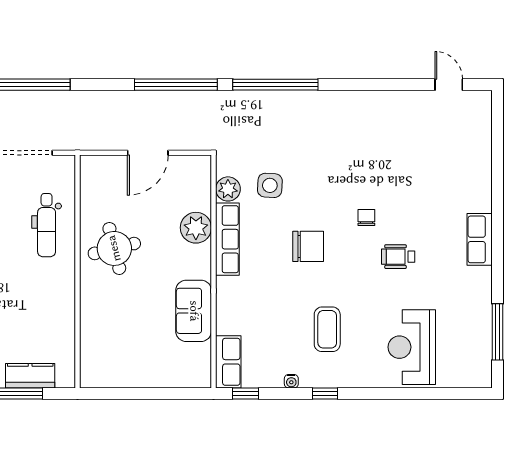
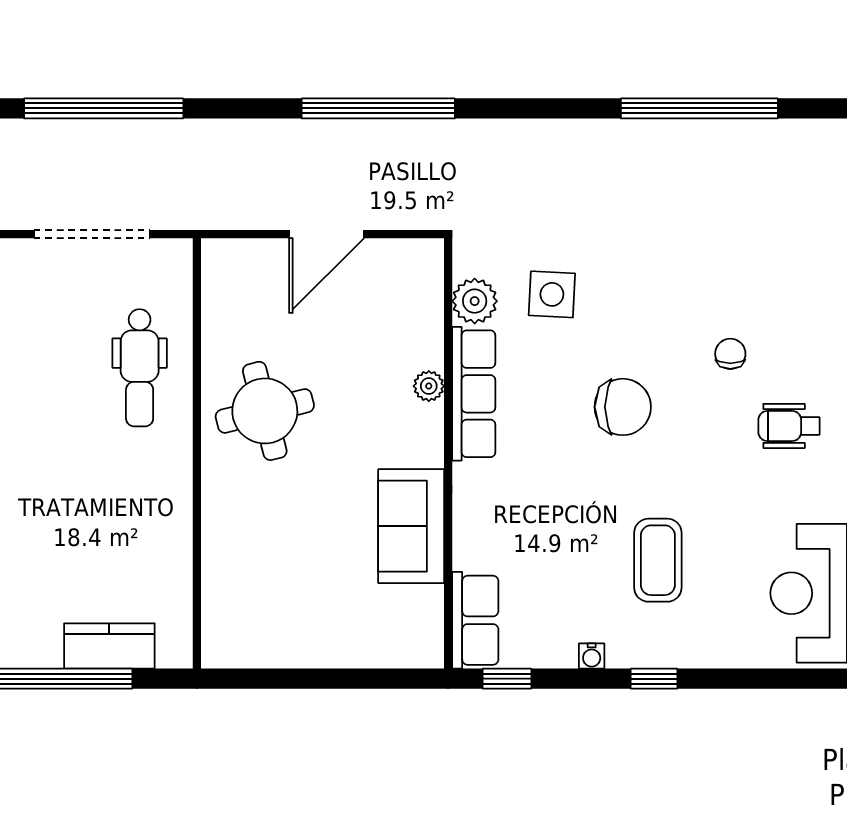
window: (275, 85) -> (699, 108), moved
plant: (196, 228) -> (429, 386), width x0.53, depth x0.53

